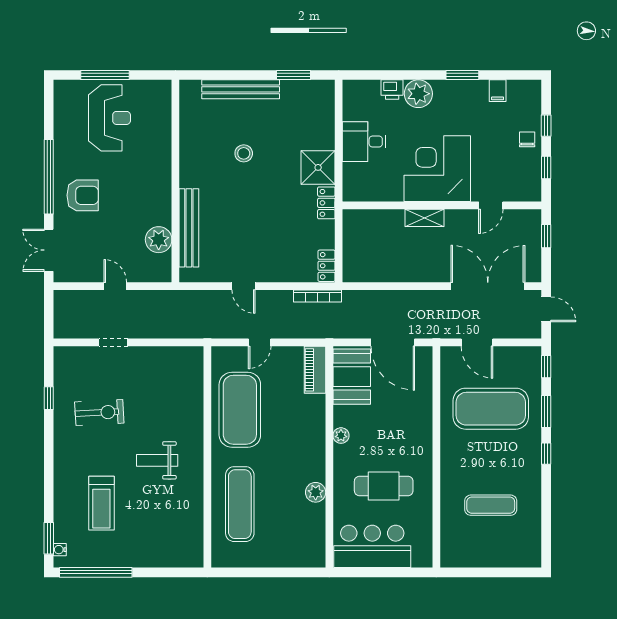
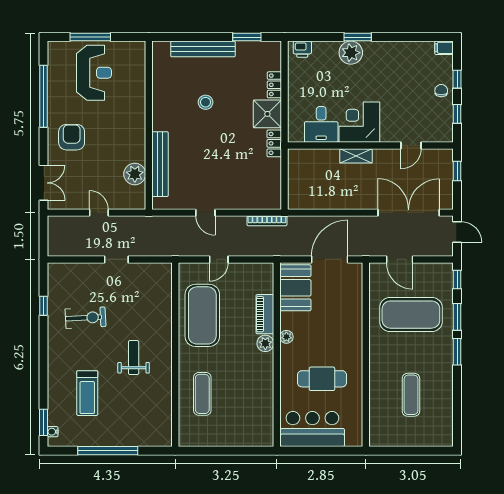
window: (462, 75) -> (358, 37), moved
printer: (392, 90) -> (302, 49), moved
filing cabinet: (498, 91) -> (444, 48), moved, turned 90
desk: (364, 142) -> (321, 124), moved, turned -90
corner desk: (437, 169) -> (359, 122), width x0.74, depth x0.74
window: (49, 177) -> (43, 96), moved
armchair: (83, 195) -> (72, 137), turned -90
double door: (49, 250) -> (43, 183), swing flipped
locker: (327, 266) -> (274, 85), moved
doorway: (113, 342) -> (116, 259), moved
door: (393, 342) -> (330, 259), swing flipped
piano: (315, 370) -> (265, 314), moved
window: (546, 454) -> (457, 352), width x1.50
weight bench: (157, 460) -> (134, 358), turned 90
plant: (316, 492) -> (265, 343), moved
exercise mat: (240, 504) -> (202, 394), width x0.73, depth x0.69
exercise mat: (491, 505) -> (411, 395), turned 90
window: (96, 572) -> (108, 451), moved

